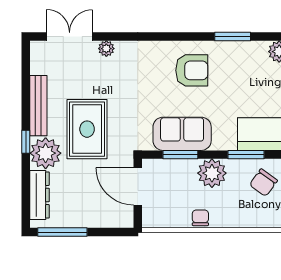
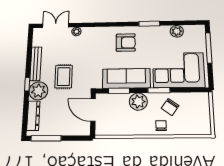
rug: (87, 129) -> (64, 77), width x0.73, depth x0.70
sofa: (182, 134) -> (126, 78), width x1.36
chair: (200, 218) -> (161, 126), moved

